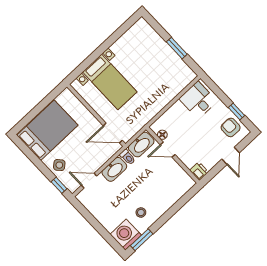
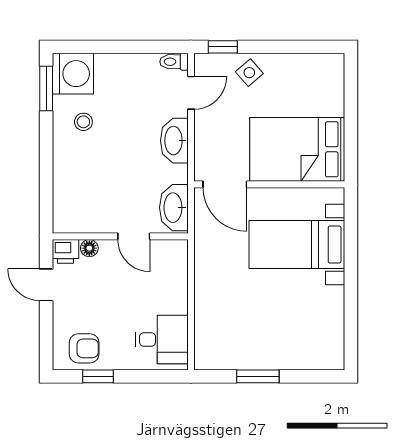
bed: (47, 130) -> (297, 149), moved, turned 90
door: (113, 133) -> (225, 184), swing flipped
floor lamp: (162, 135) -> (89, 248), moved
door: (168, 150) -> (134, 236), swing flipped
door: (231, 156) -> (46, 285), moved
toilet: (128, 157) -> (174, 62), moved

